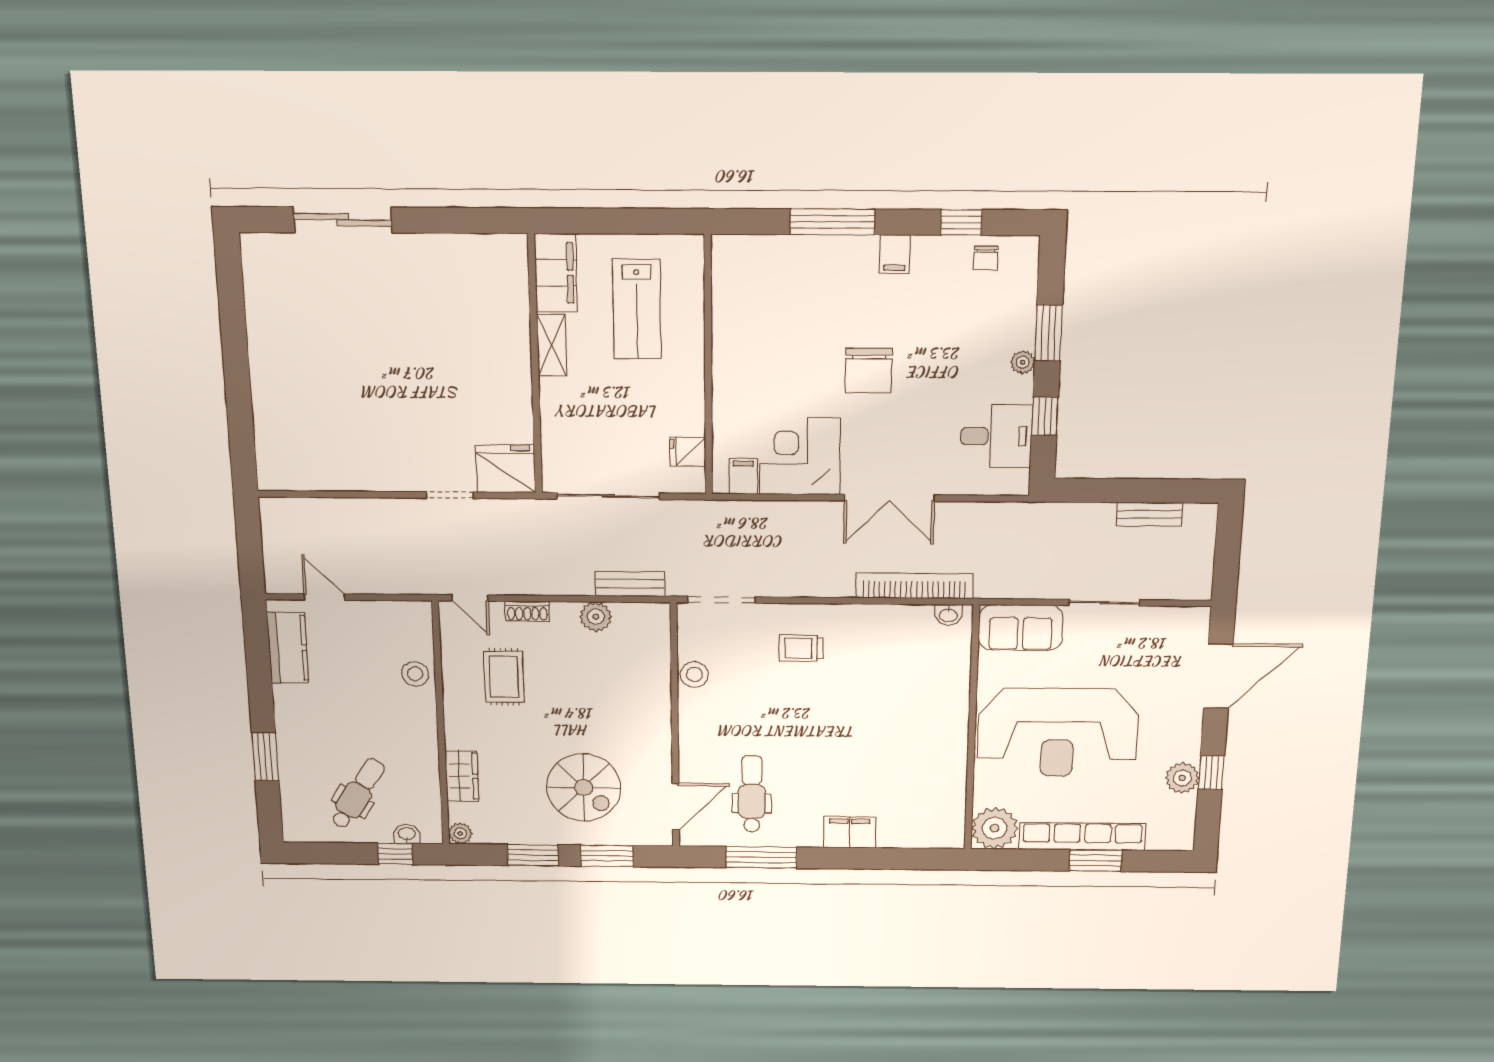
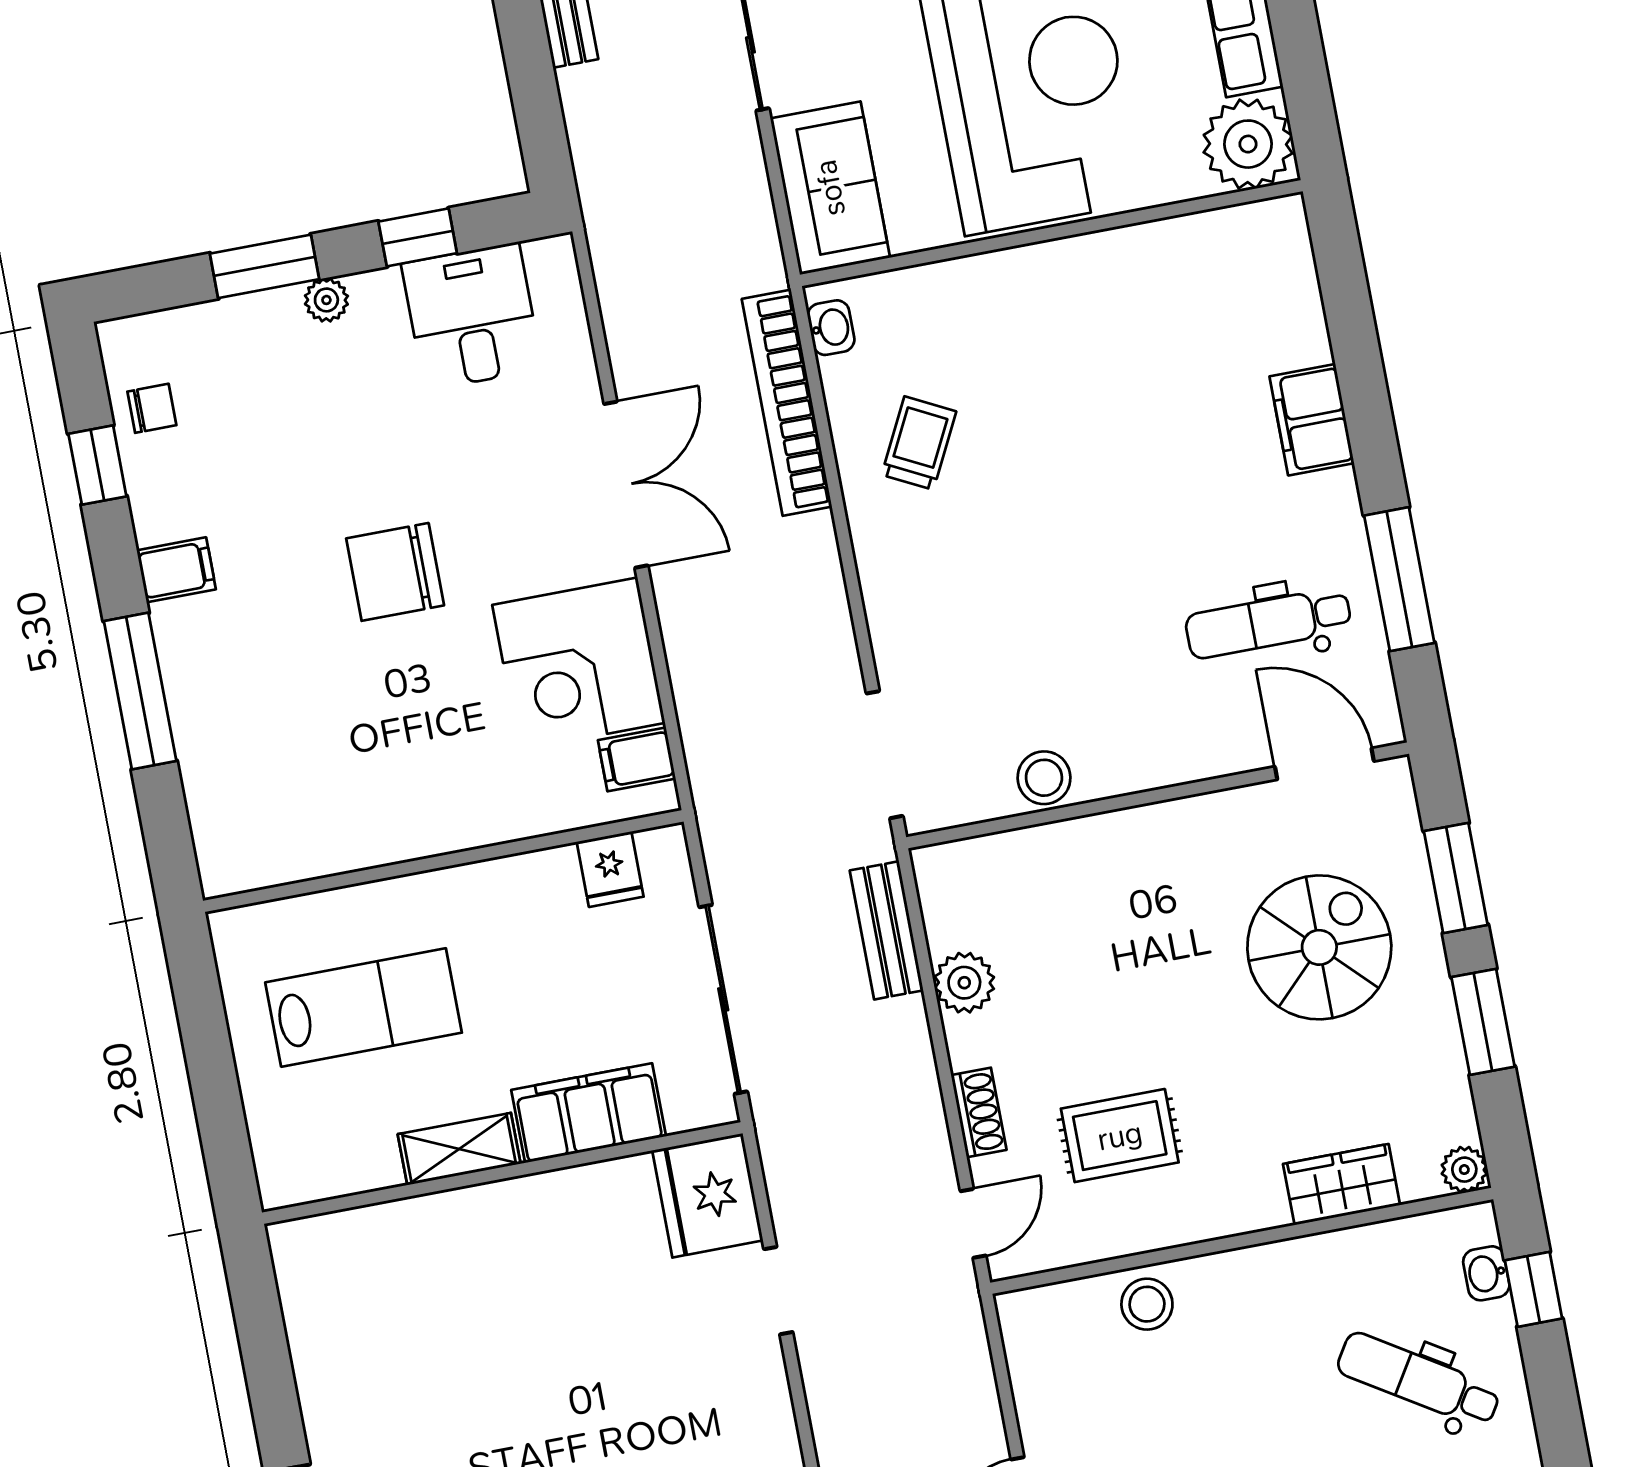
filing cabinet: (556, 273) -> (589, 1113), moved
chair: (869, 371) -> (395, 572), turned 180
trolley: (801, 648) -> (919, 443), moved, turned -153

